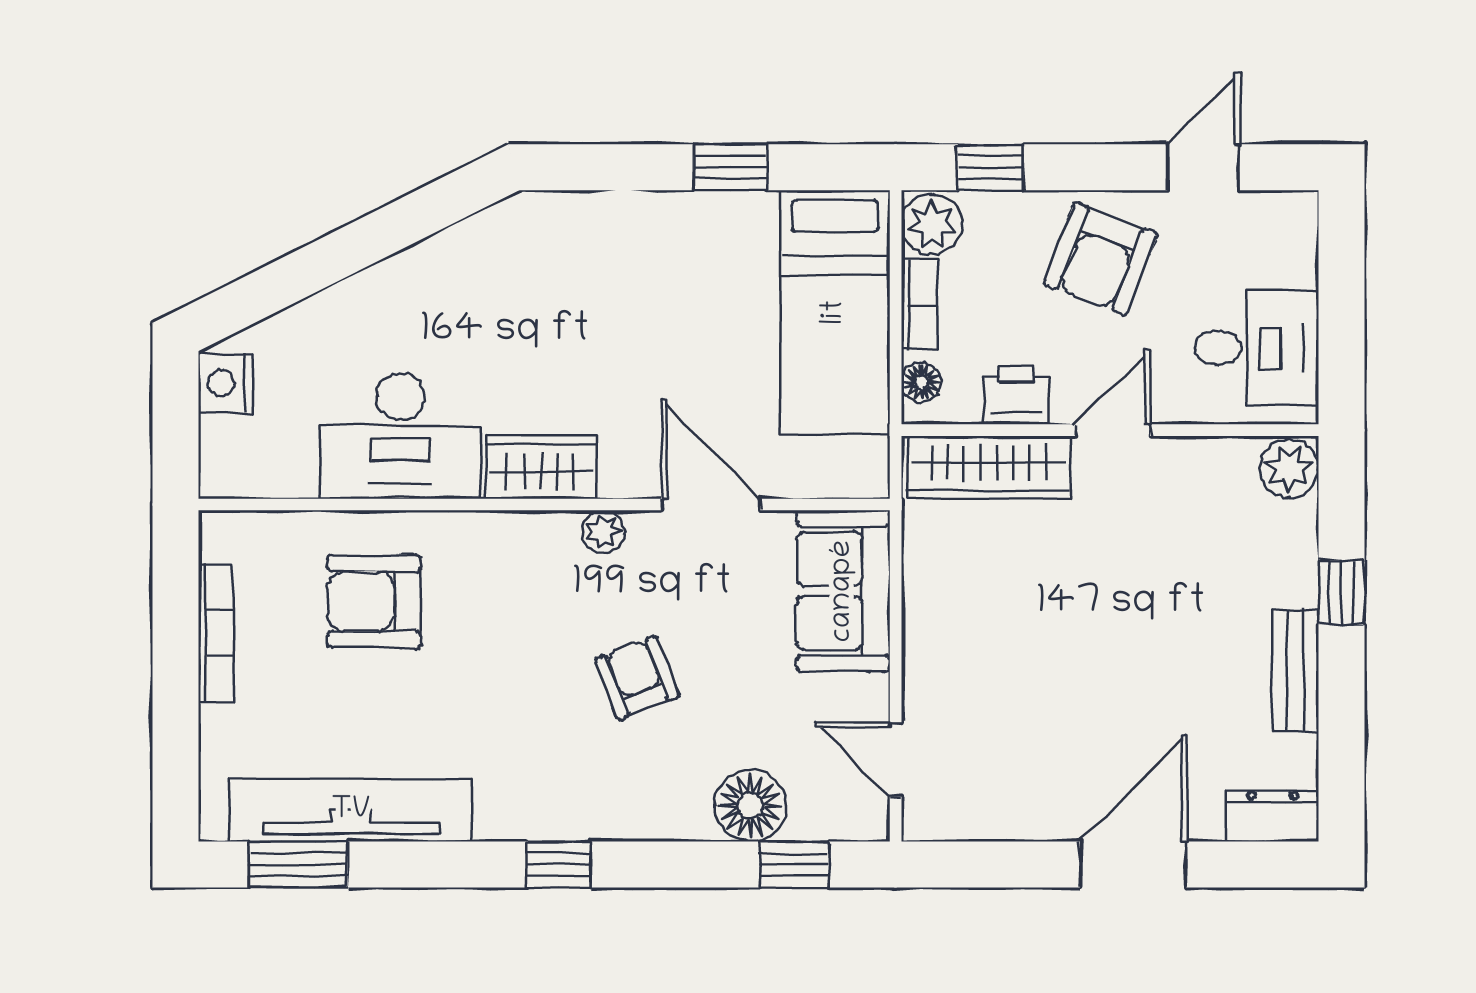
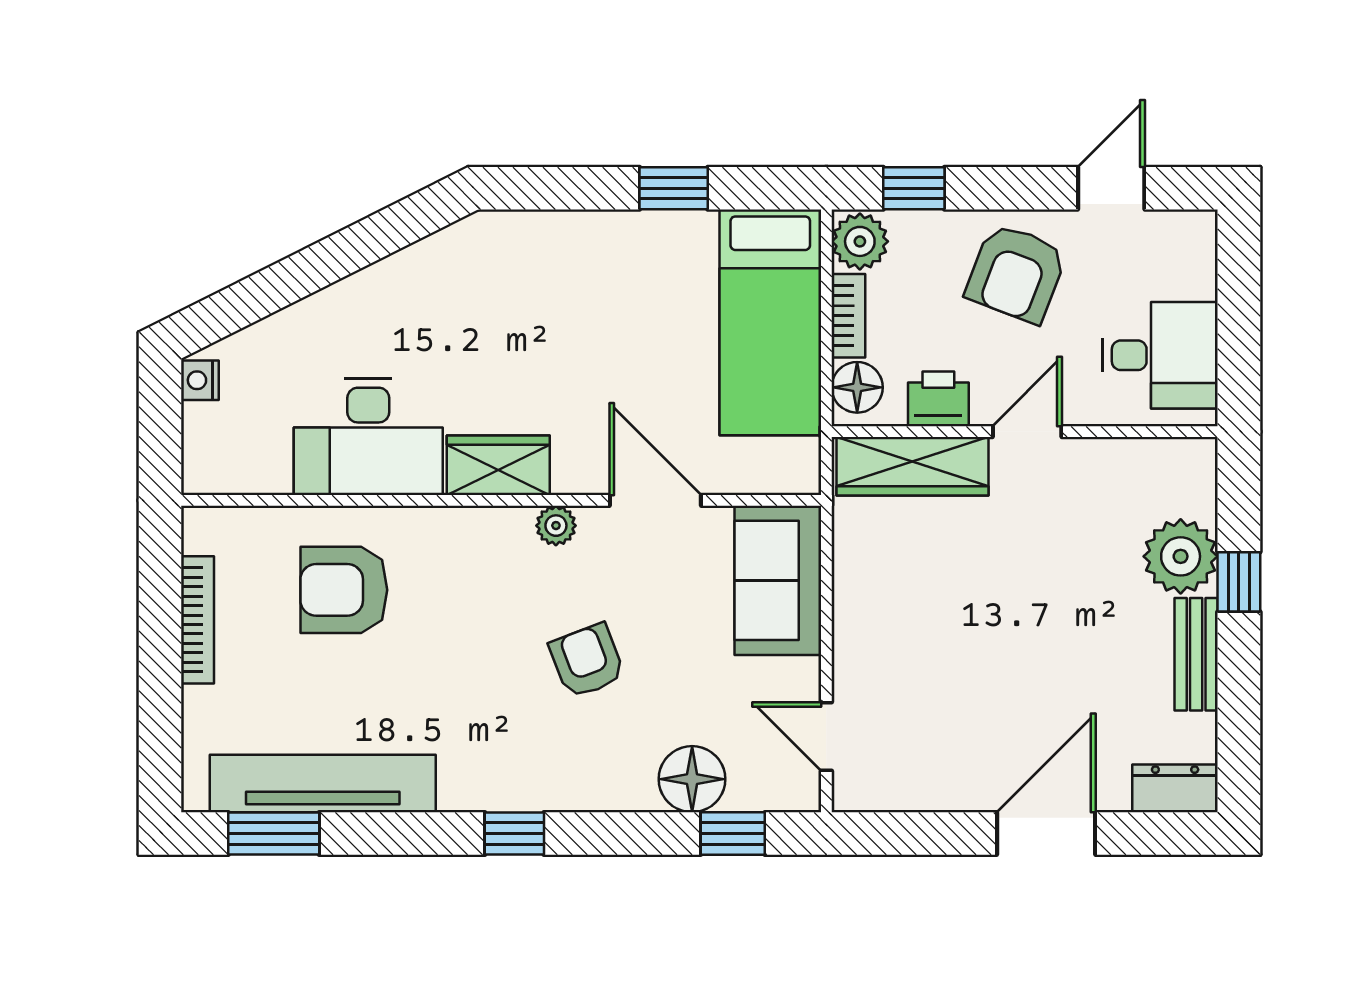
floor lamp: (921, 382) -> (857, 387), width x1.37, depth x1.37
nightstand: (226, 383) -> (200, 380), width x0.72, depth x0.74
plant: (1289, 469) -> (1181, 556), moved, width x1.36, depth x1.36

